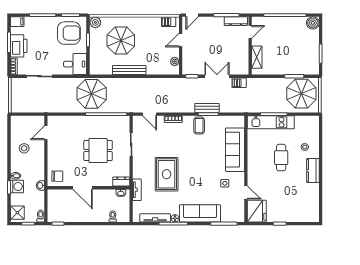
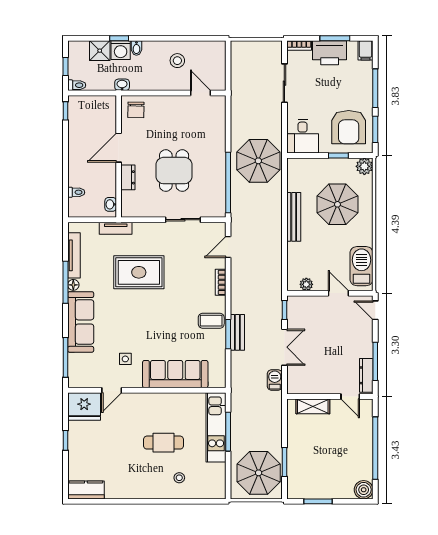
barbecue: (169, 22) -> (362, 266), width x1.88, depth x1.53
kitchen counter: (313, 171) -> (86, 490), moved
dresser: (121, 182) -> (128, 177), moved
shower: (17, 213) -> (100, 51), moved

